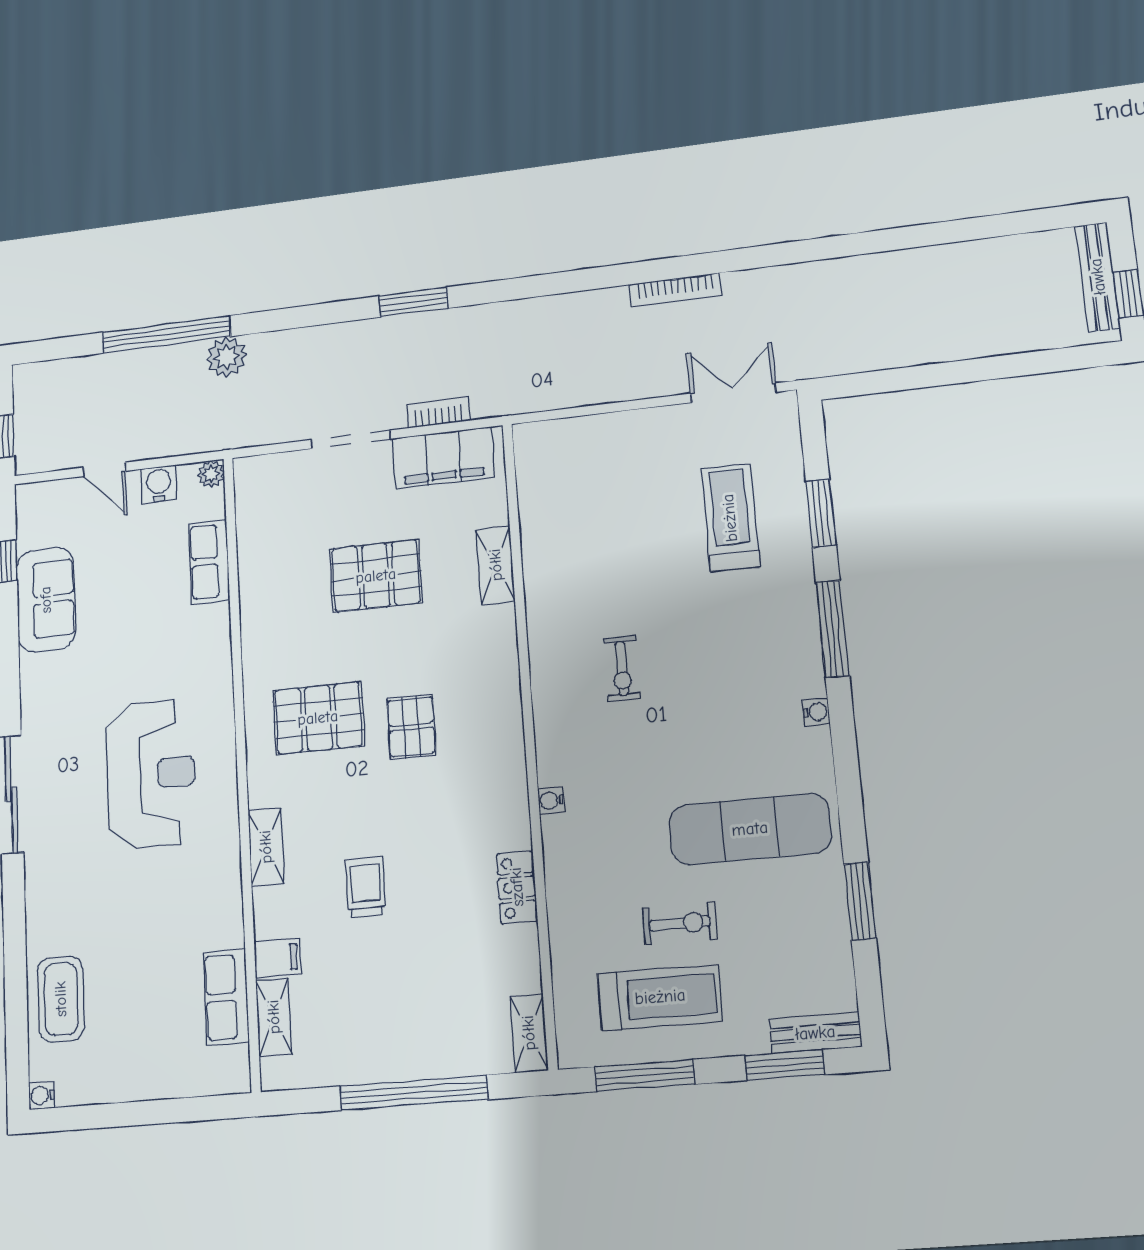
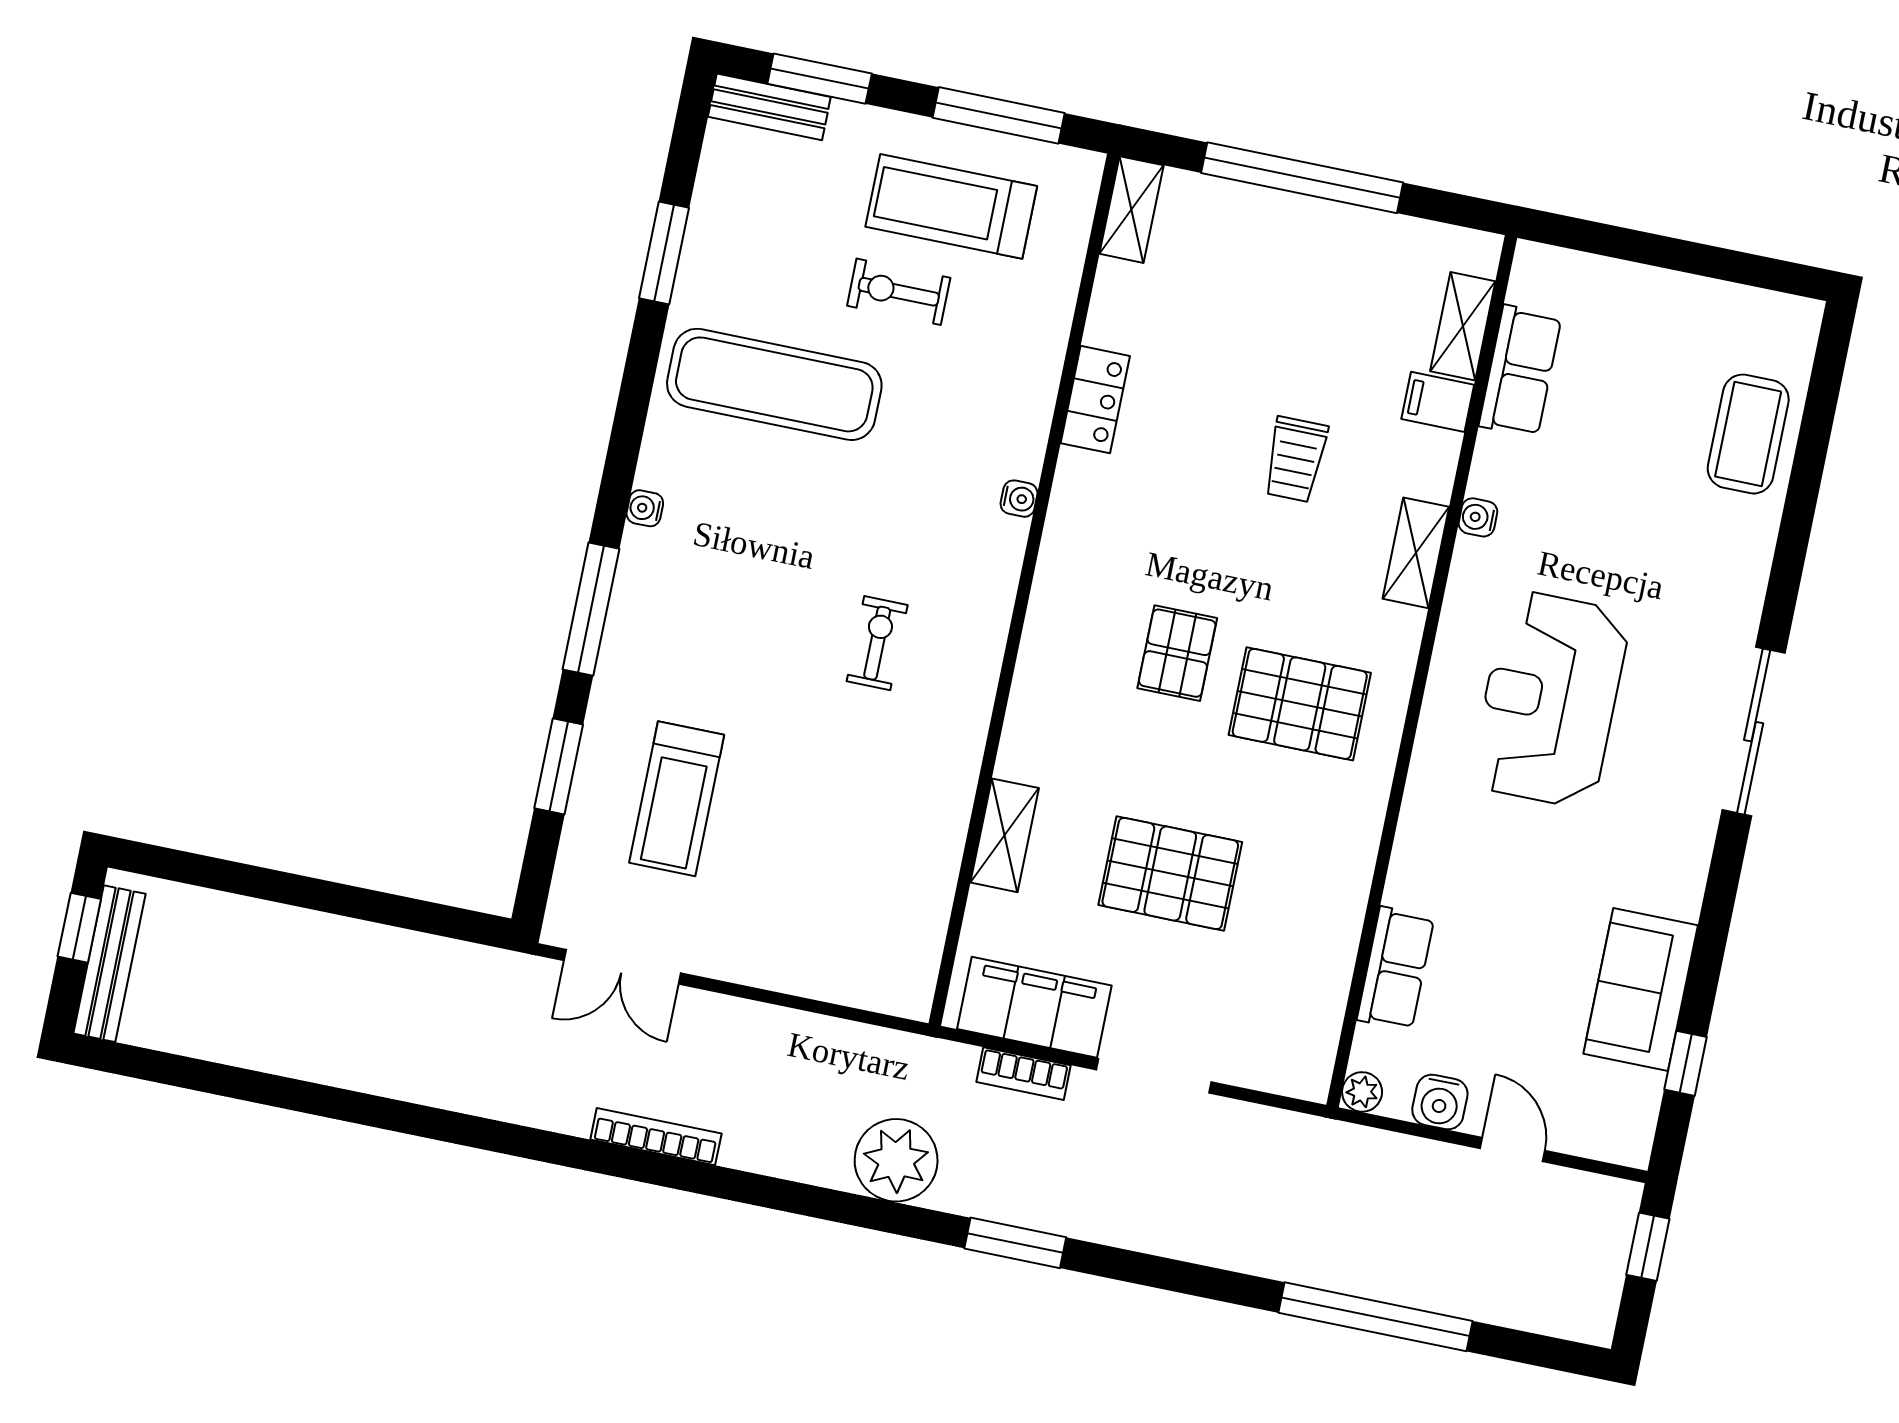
plant: (227, 357) -> (896, 1160), moved, width x1.36, depth x1.36
water cooler: (41, 1095) -> (1478, 517), moved, turned 180

